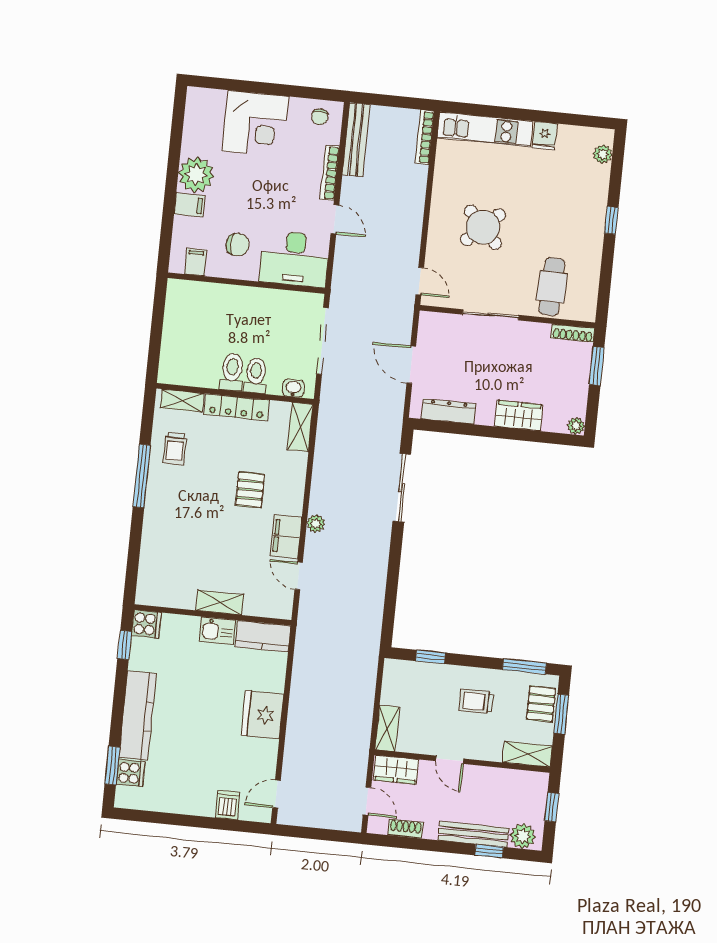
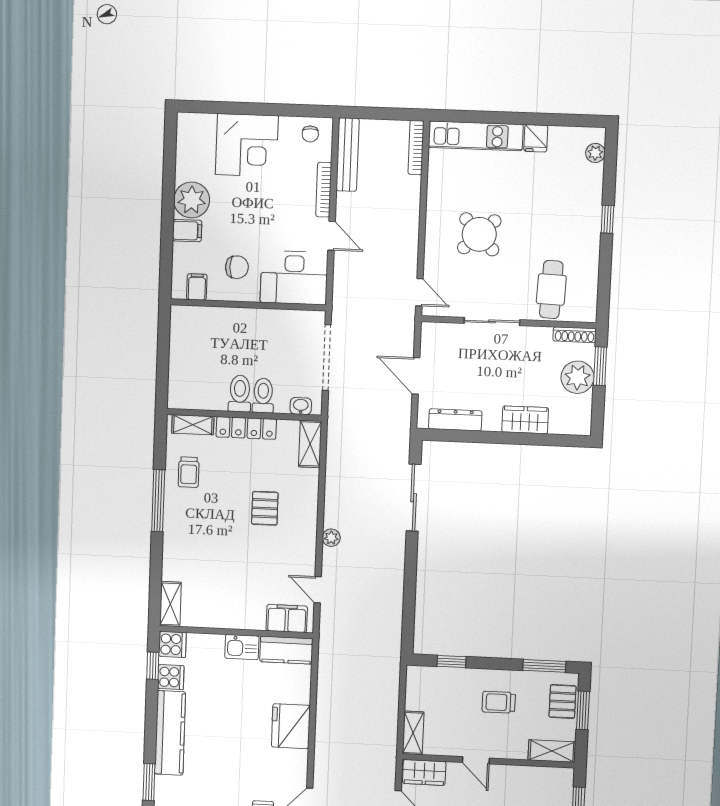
plant: (576, 426) -> (577, 377), moved, width x1.88, depth x1.88
filing cabinet: (286, 536) -> (287, 618), moved, turned 90
shelving: (220, 602) -> (170, 604), moved, turned 90
cooker: (131, 773) -> (171, 677), moved

